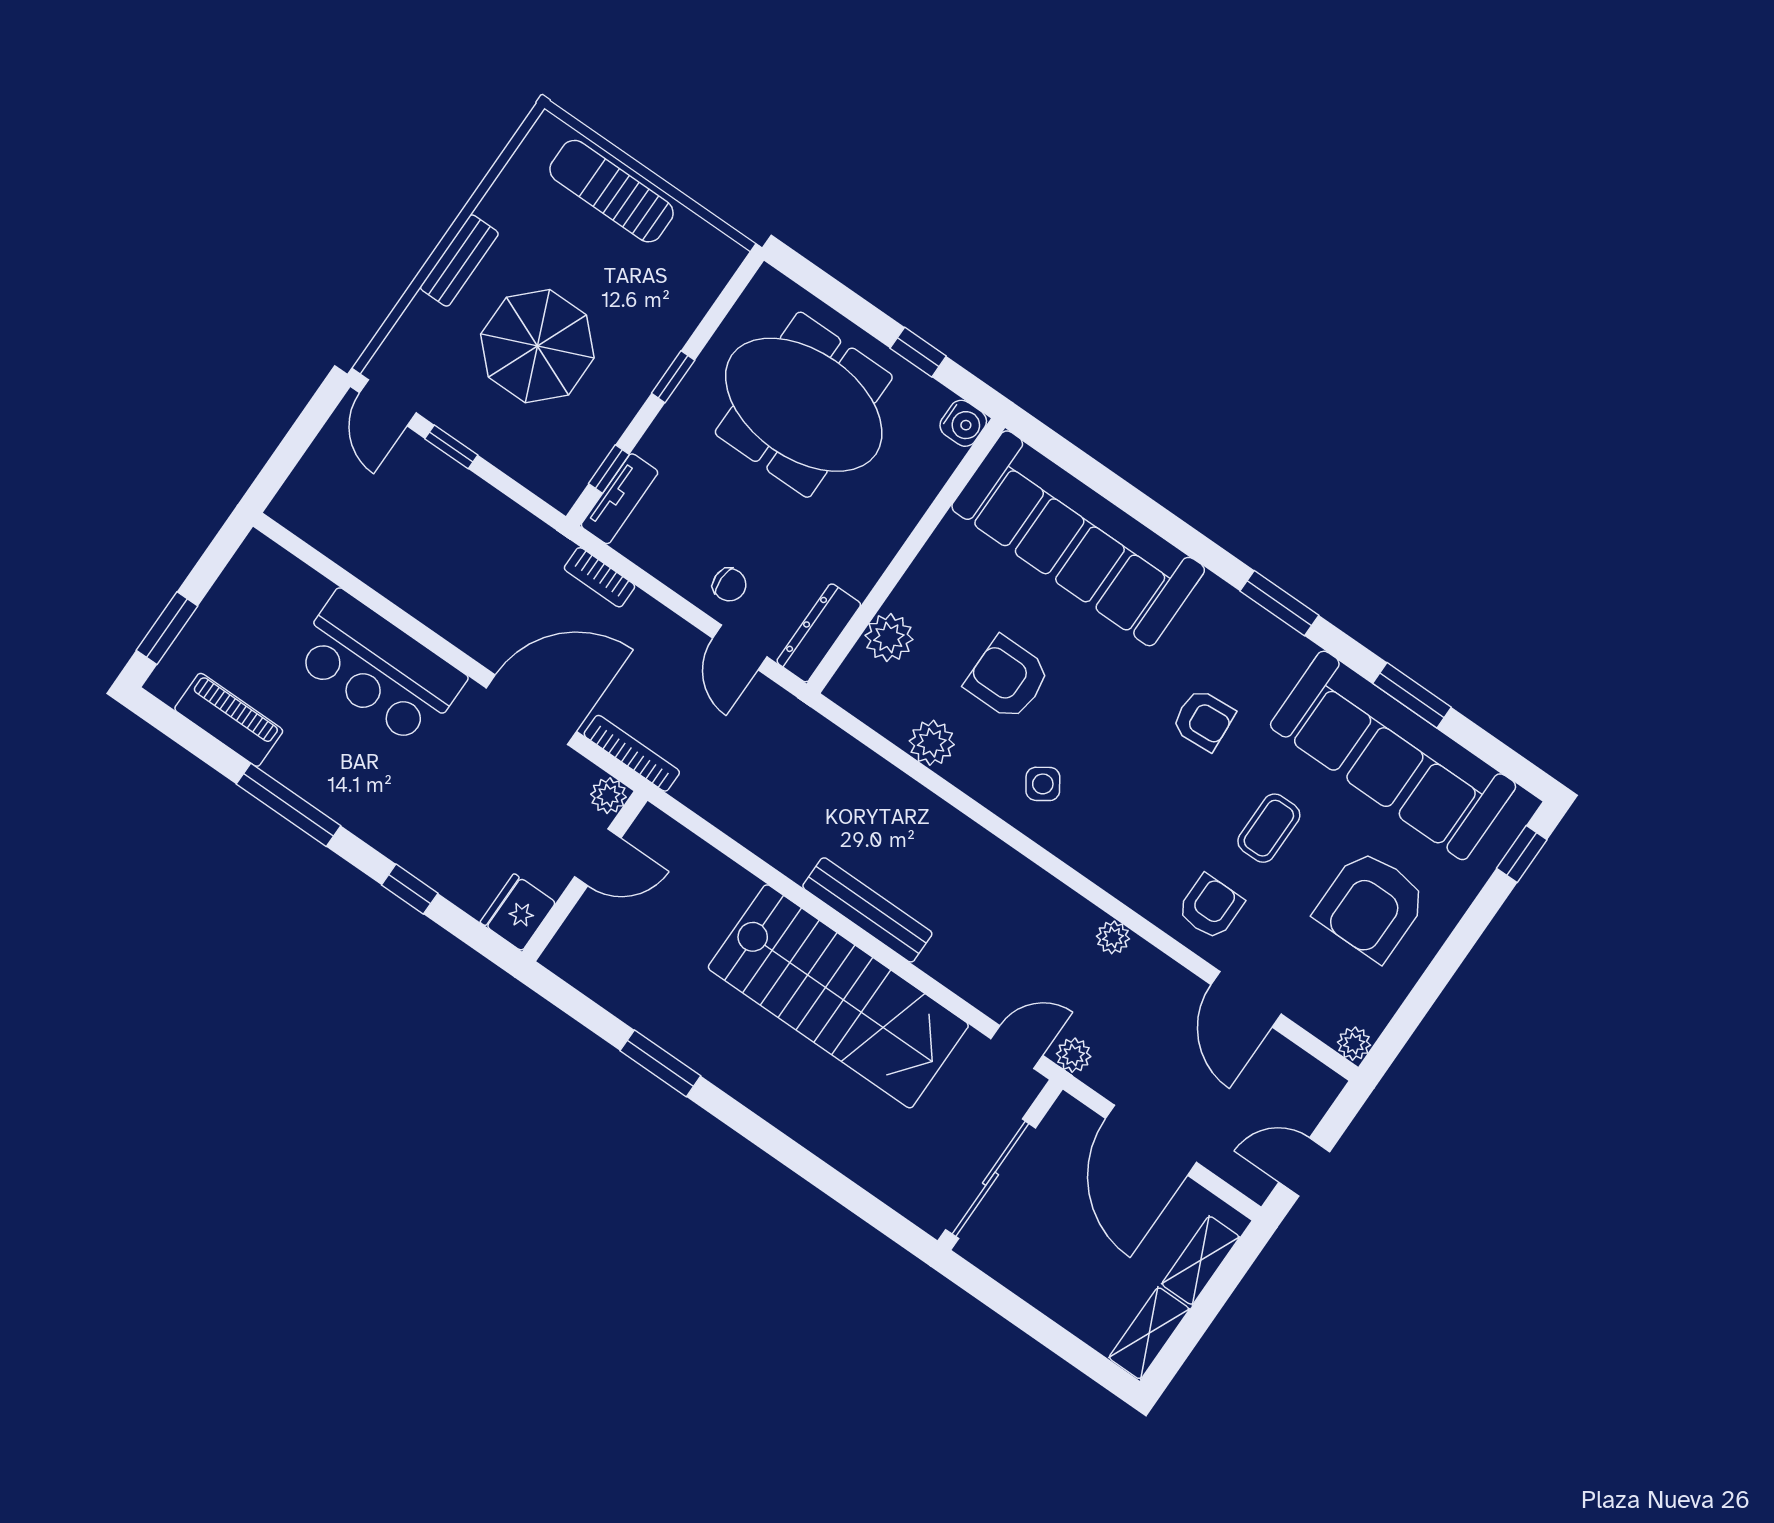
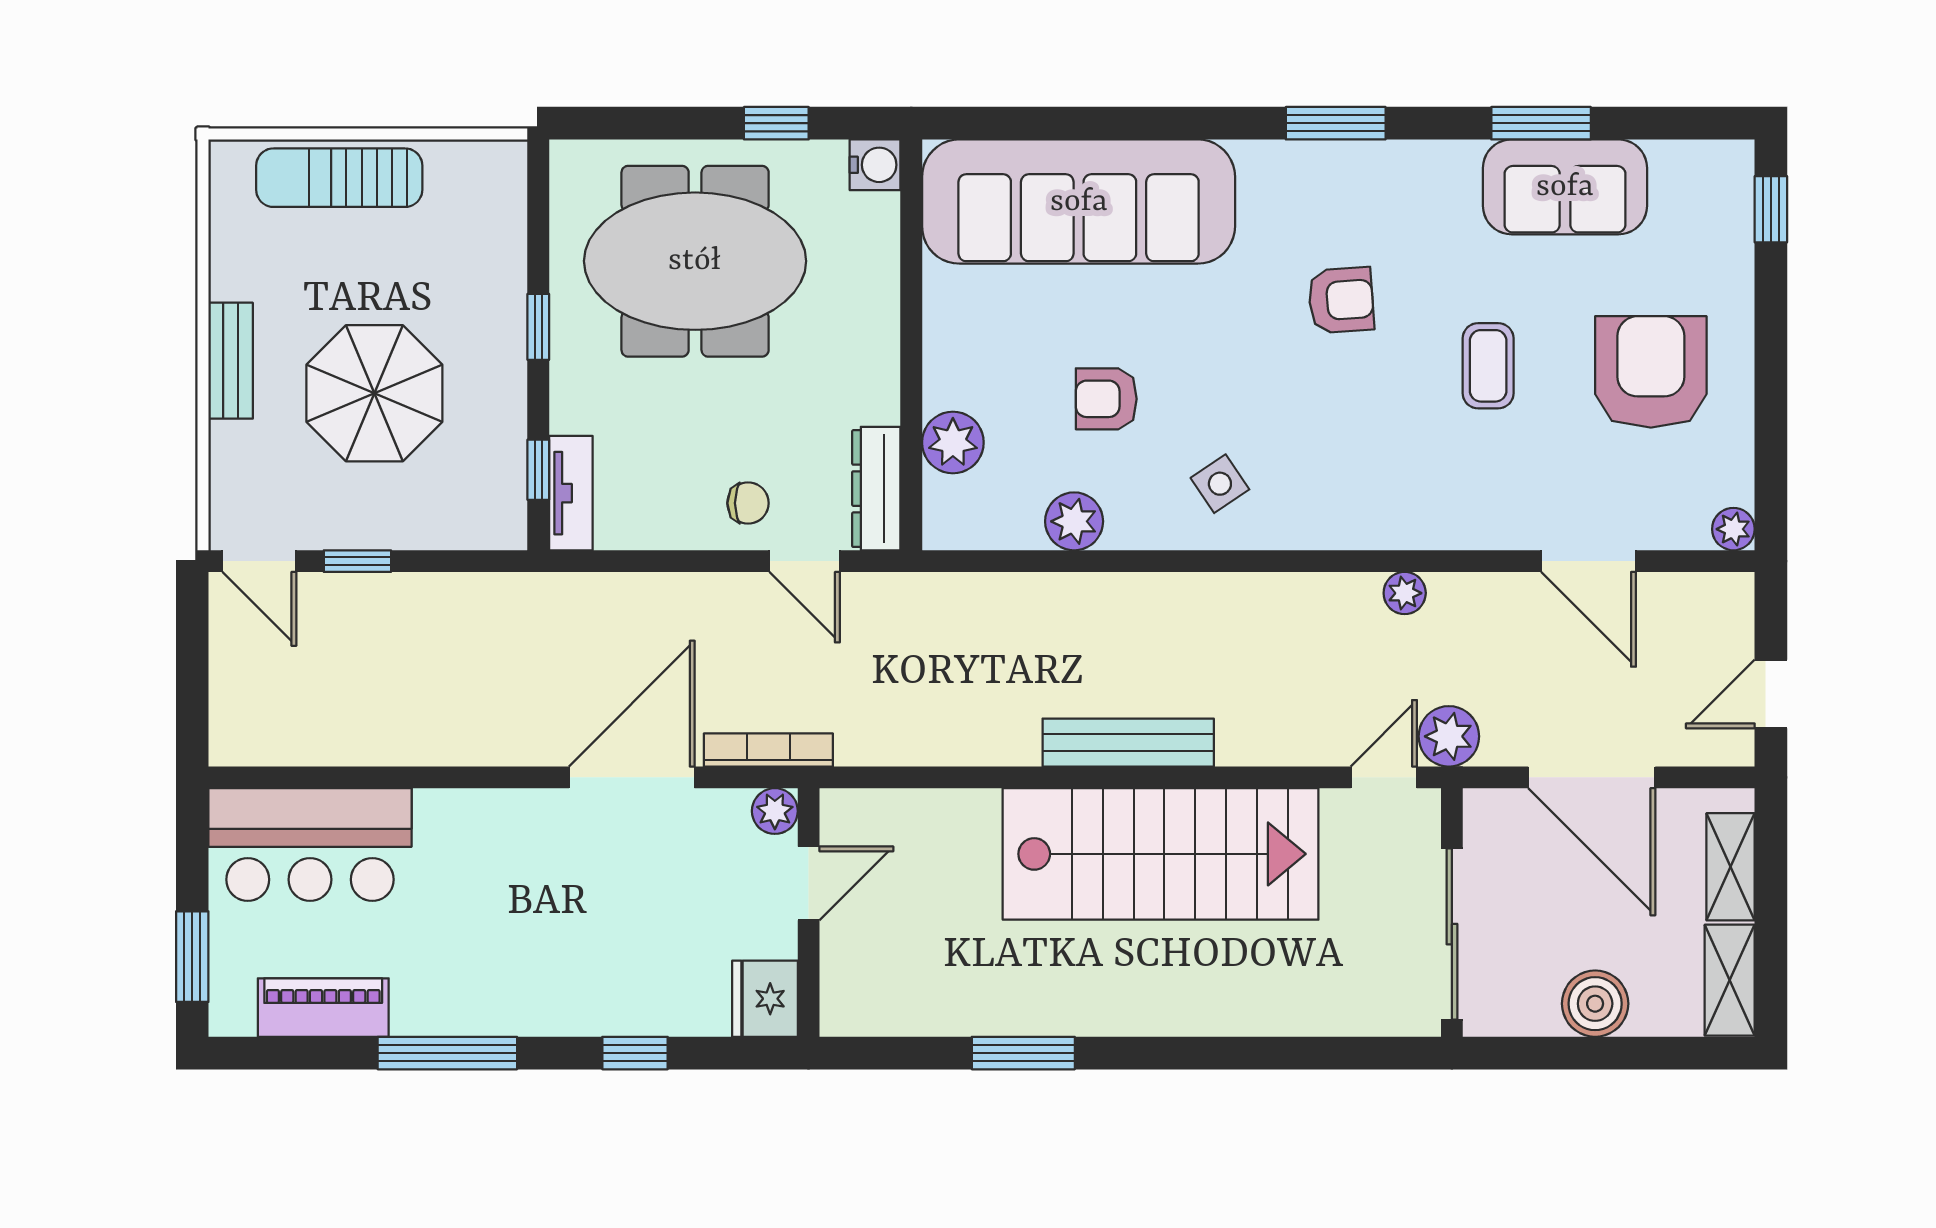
bookcase: (600, 577) -> (607, 590), removed
bar counter: (379, 668) -> (310, 845), moved
armchair: (1007, 678) -> (1106, 399), width x0.72, depth x0.72
sofa: (1393, 755) -> (1565, 187), width x0.54, depth x0.79
armchair: (1371, 905) -> (1651, 372), turned 180
armchair: (1211, 907) -> (1484, 491), removed
plant: (1074, 1055) -> (1449, 736), width x1.38, depth x1.38
boiler: (1052, 1288) -> (1595, 1004), added

